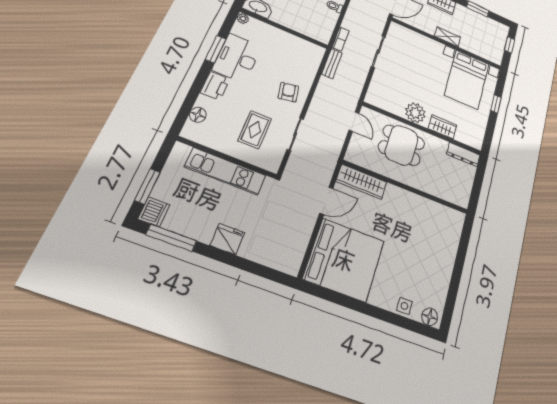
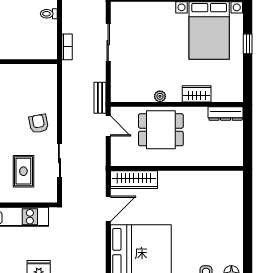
bench: (332, 64) -> (100, 98), moved
plant: (415, 113) -> (160, 96), width x0.53, depth x0.53

